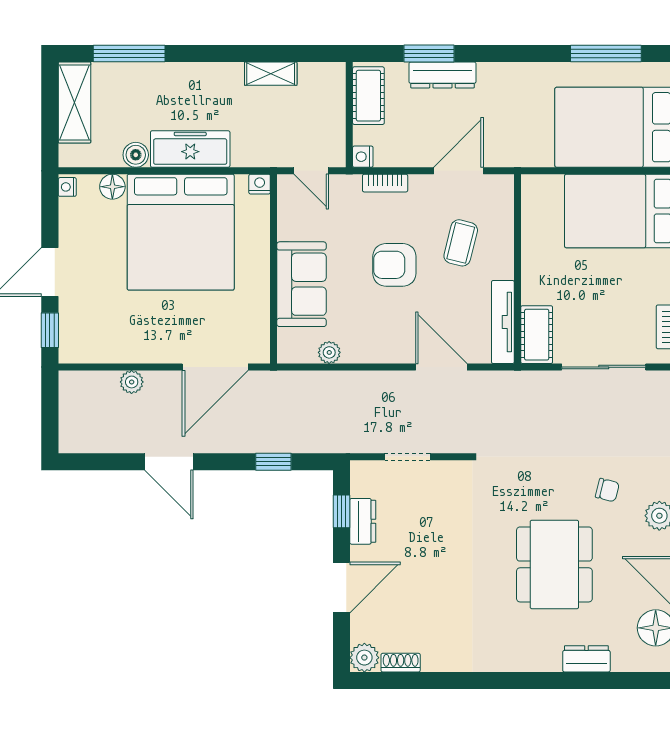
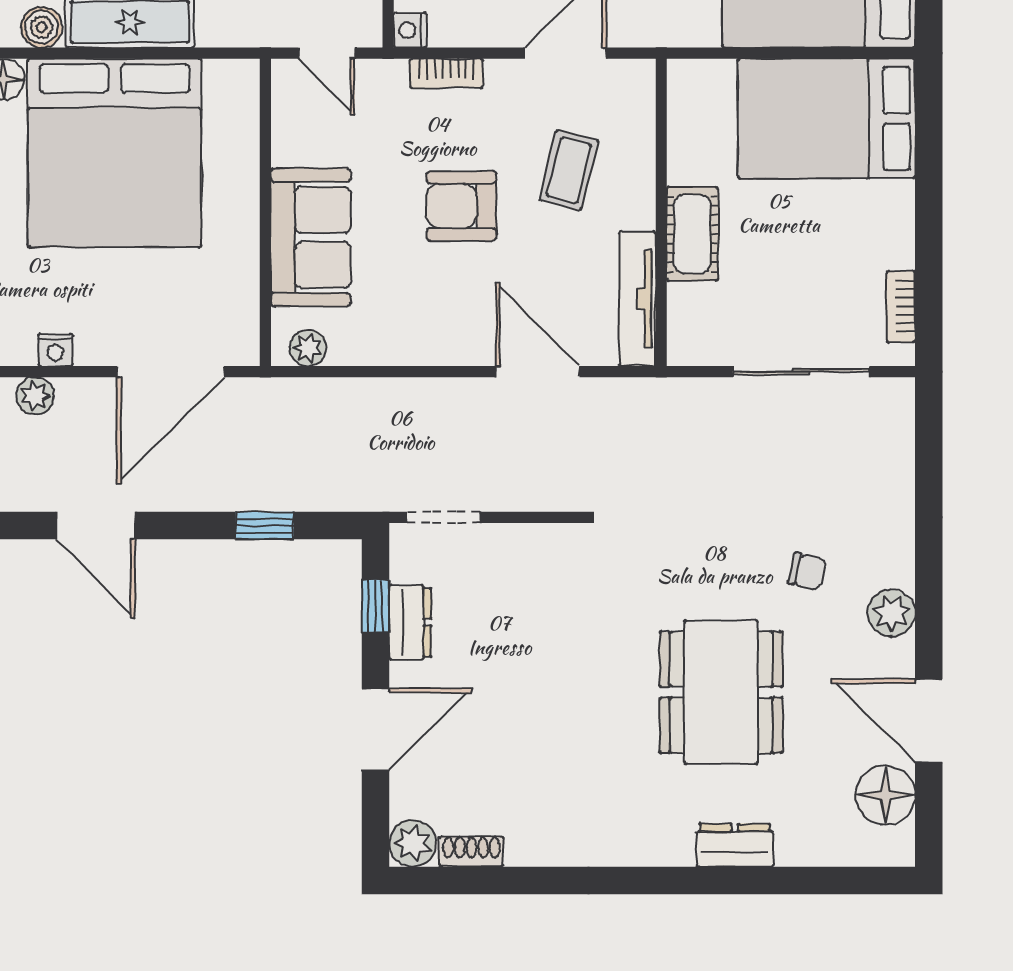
nightstand: (260, 184) -> (55, 350), moved, turned 180
cot: (537, 335) -> (692, 234), moved
plant: (329, 352) -> (308, 348), moved
doorway: (408, 457) -> (444, 517), moved
dresser: (586, 659) -> (735, 845), moved

